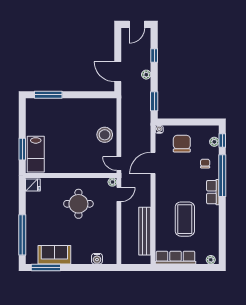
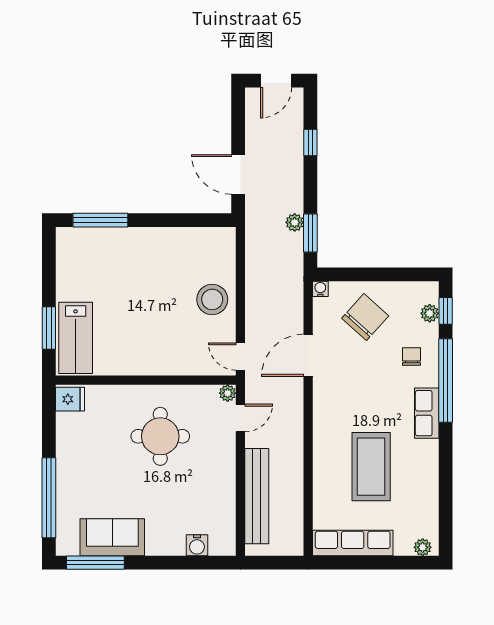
plant: (146, 75) -> (295, 222), moved
chair: (182, 144) -> (365, 317), turned 42
bench: (145, 231) -> (257, 496), moved

